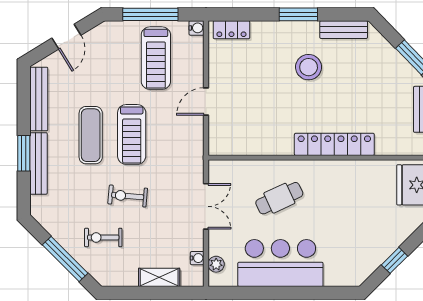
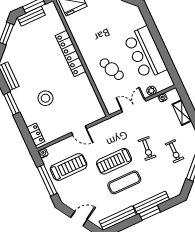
stool: (309, 67) -> (45, 98), moved
treadmill: (132, 134) -> (114, 161), turned 180
plant: (216, 264) -> (151, 91), moved

